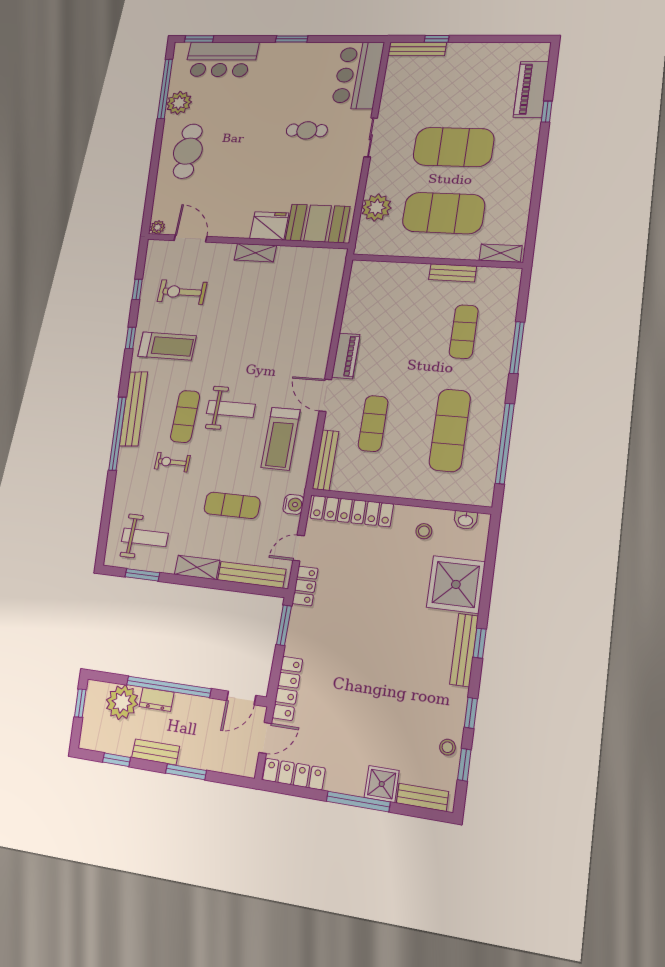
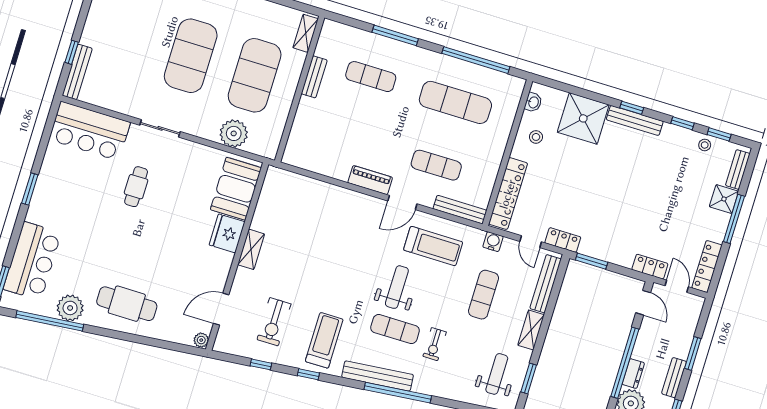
locker: (287, 688) -> (650, 267), width x0.66

